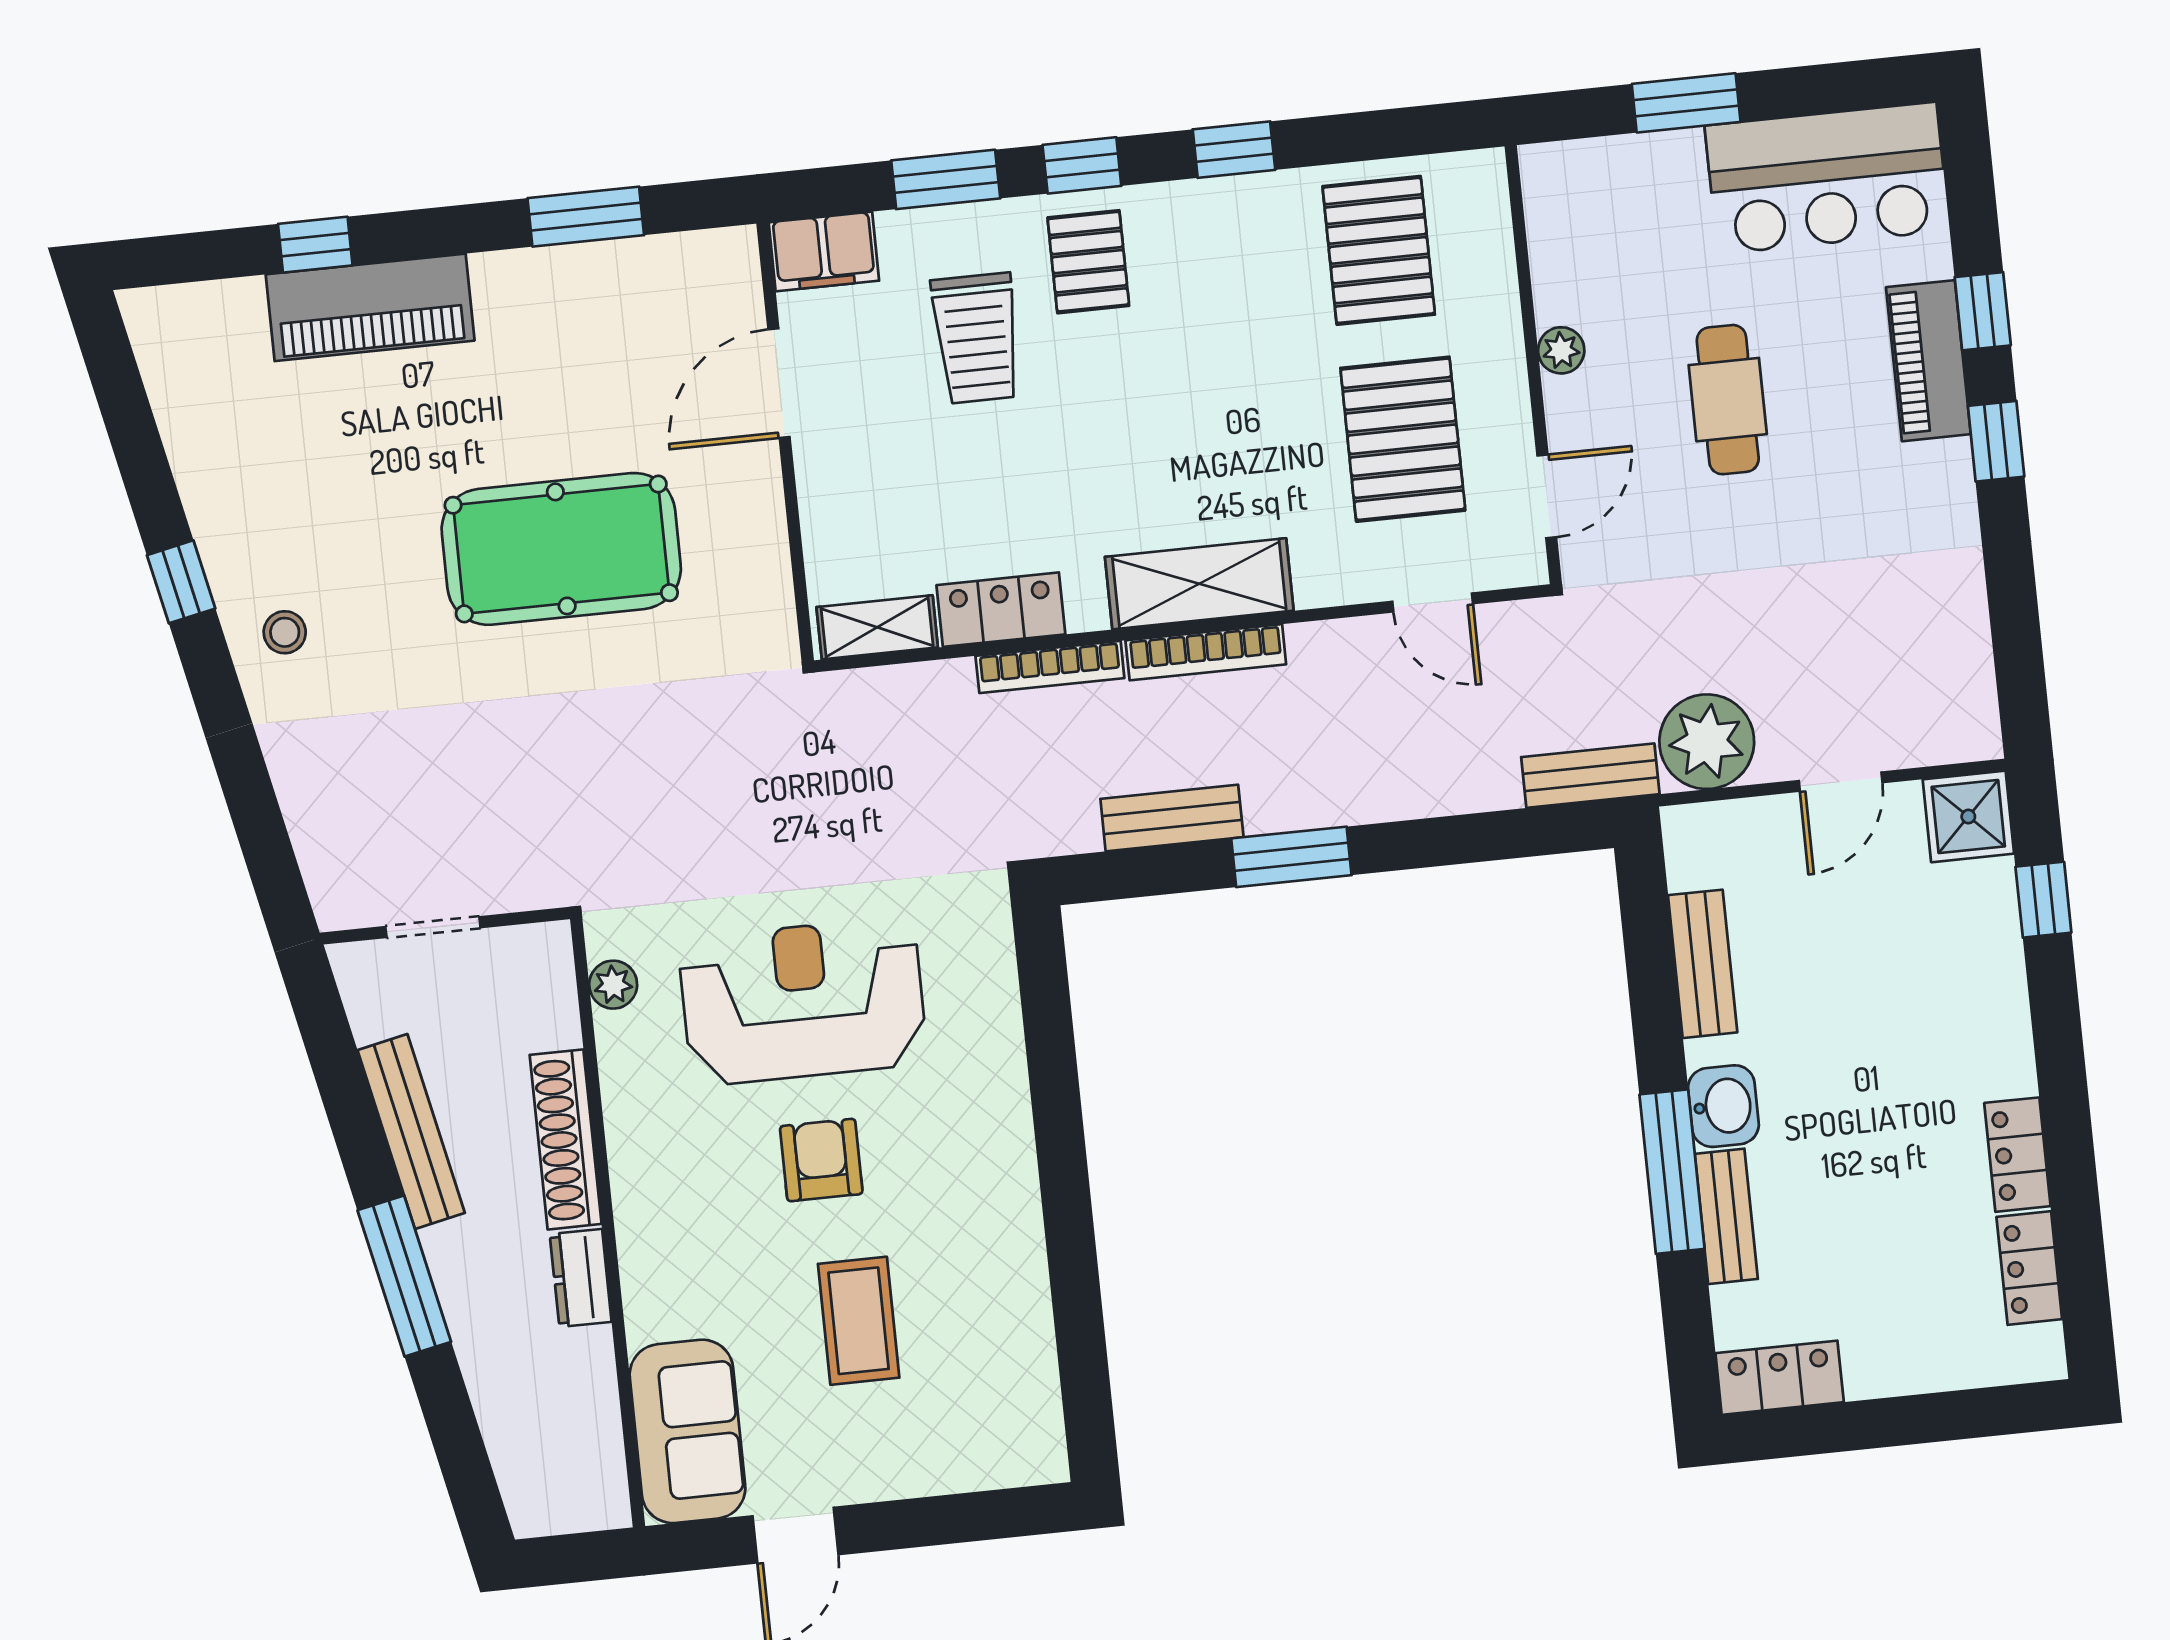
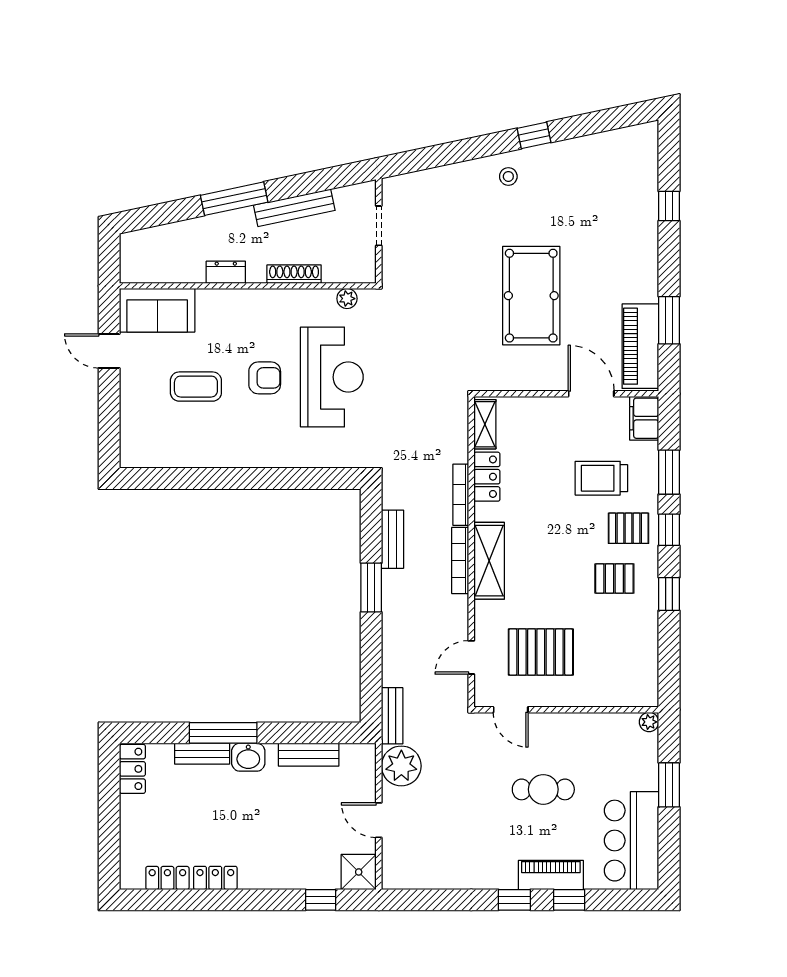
pallet: (1379, 250) -> (614, 578), moved, width x0.67, depth x0.71
piano: (370, 307) -> (640, 346), moved
plant: (1561, 350) -> (649, 722), moved
shoe rack: (566, 1139) -> (294, 274), width x0.74, depth x0.81

